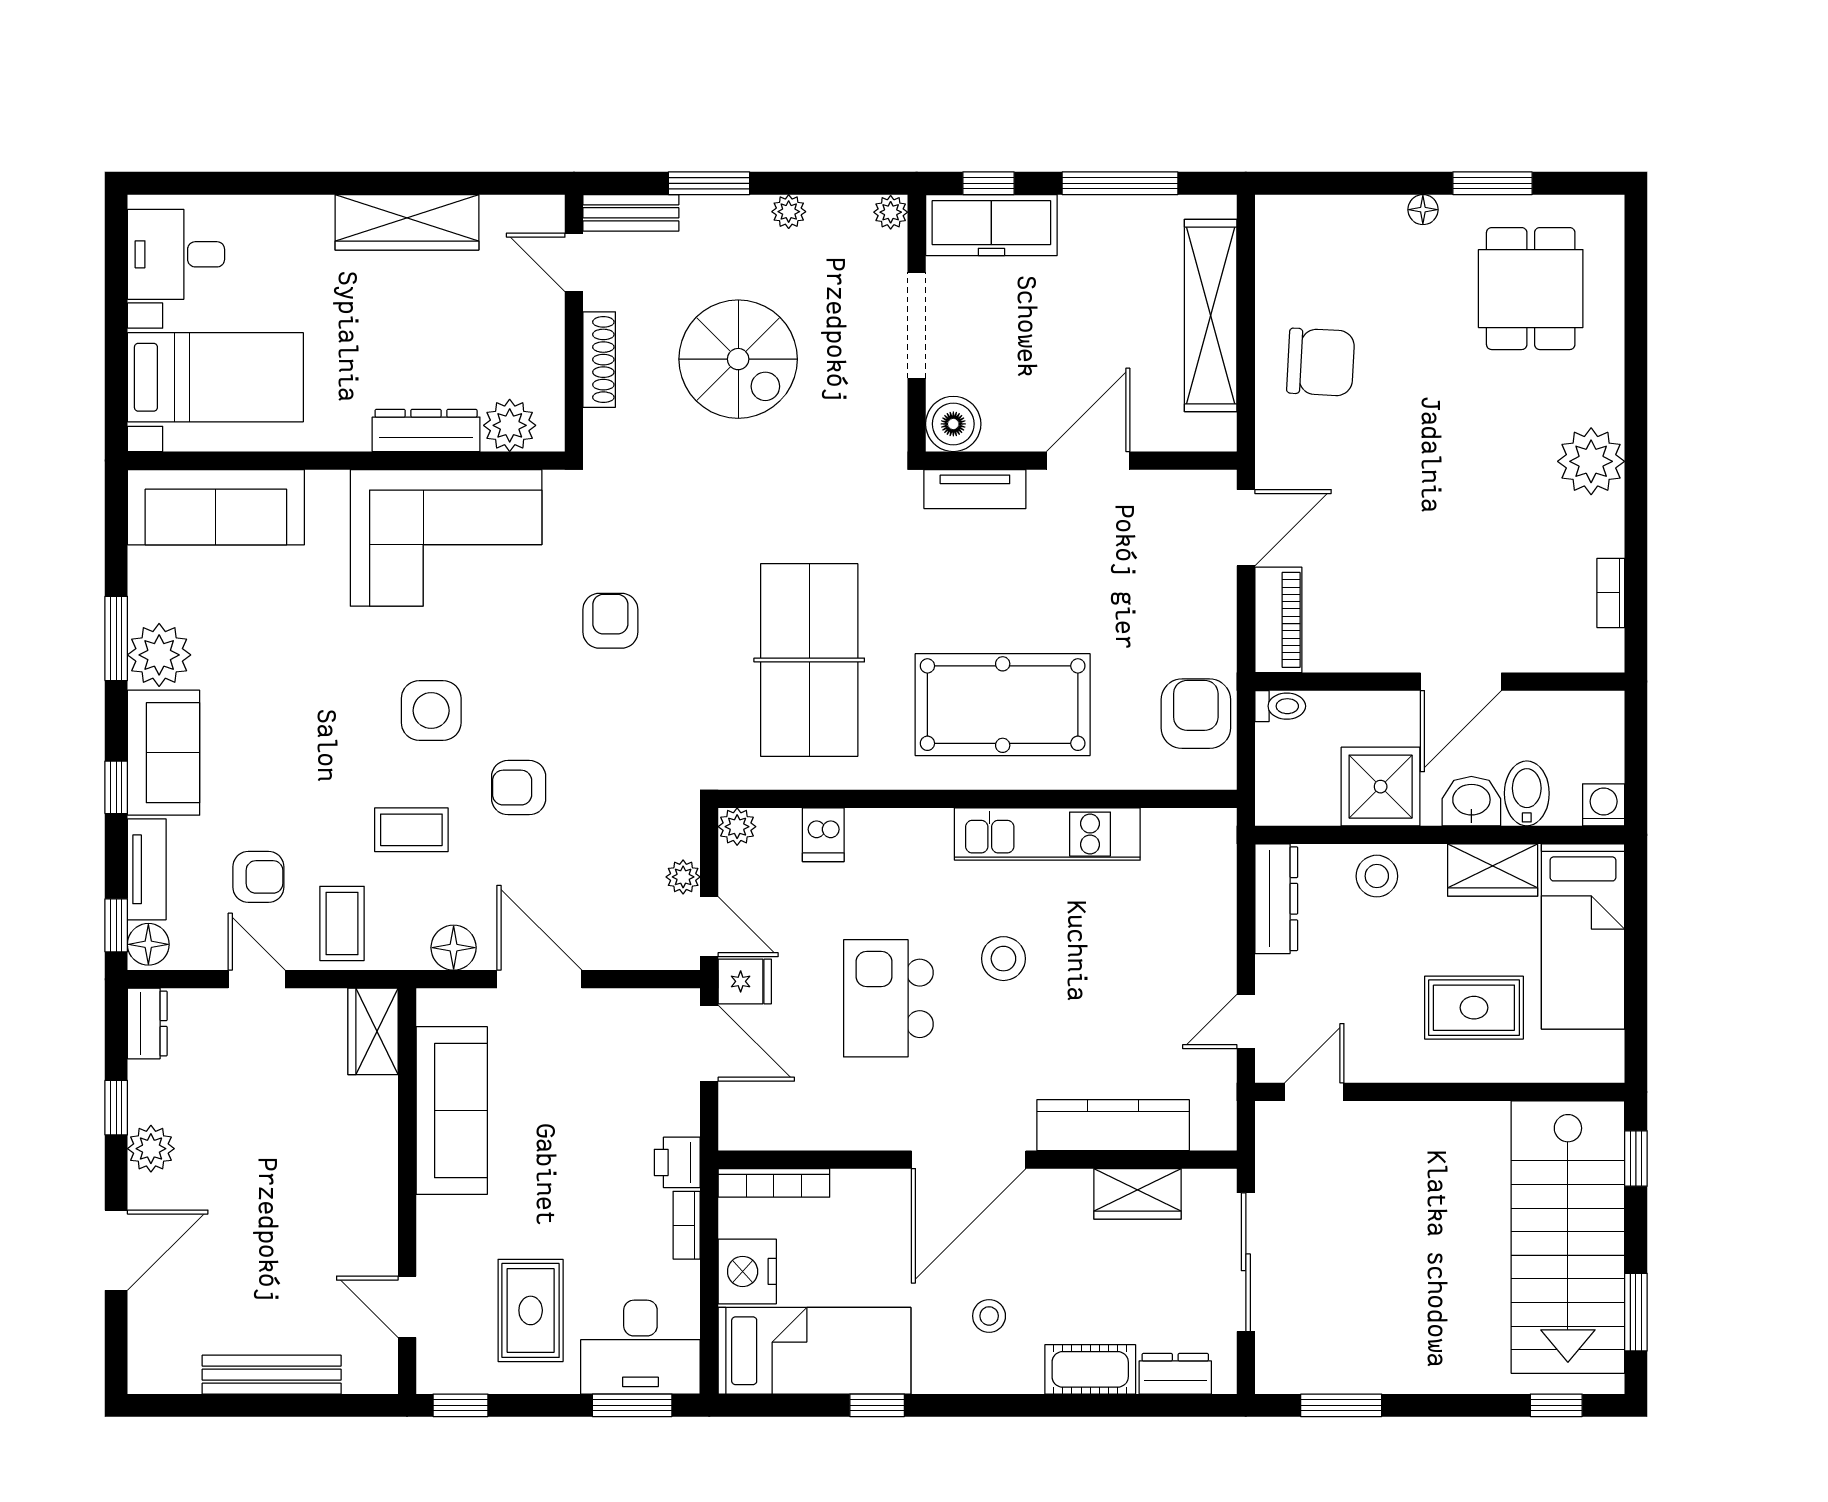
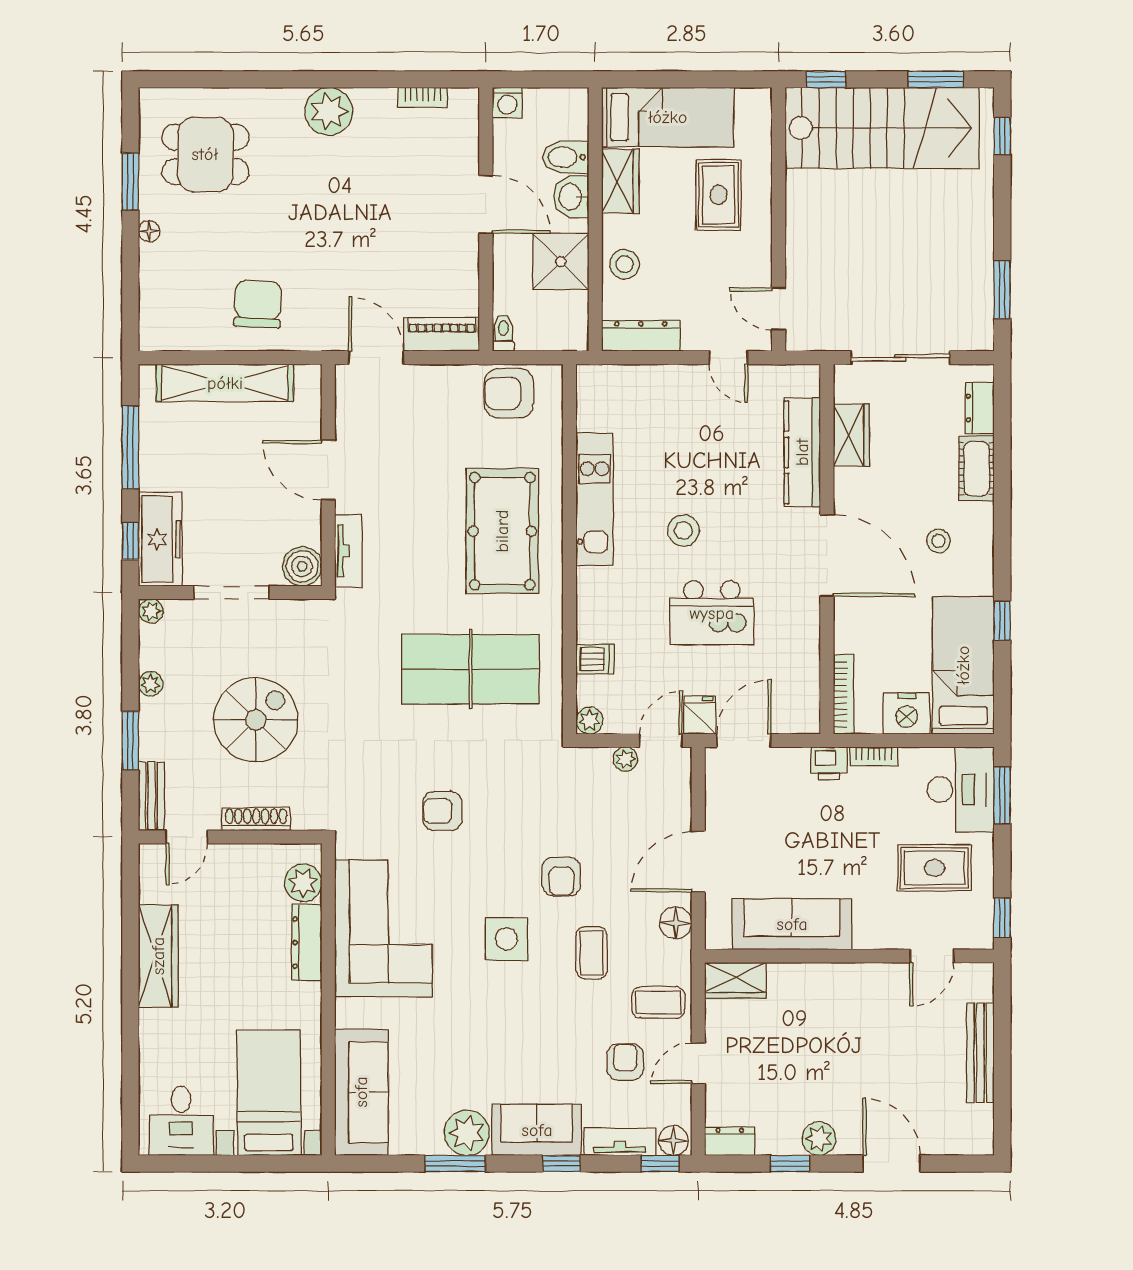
washing machine: (1604, 805) -> (507, 102), moved, turned -90

